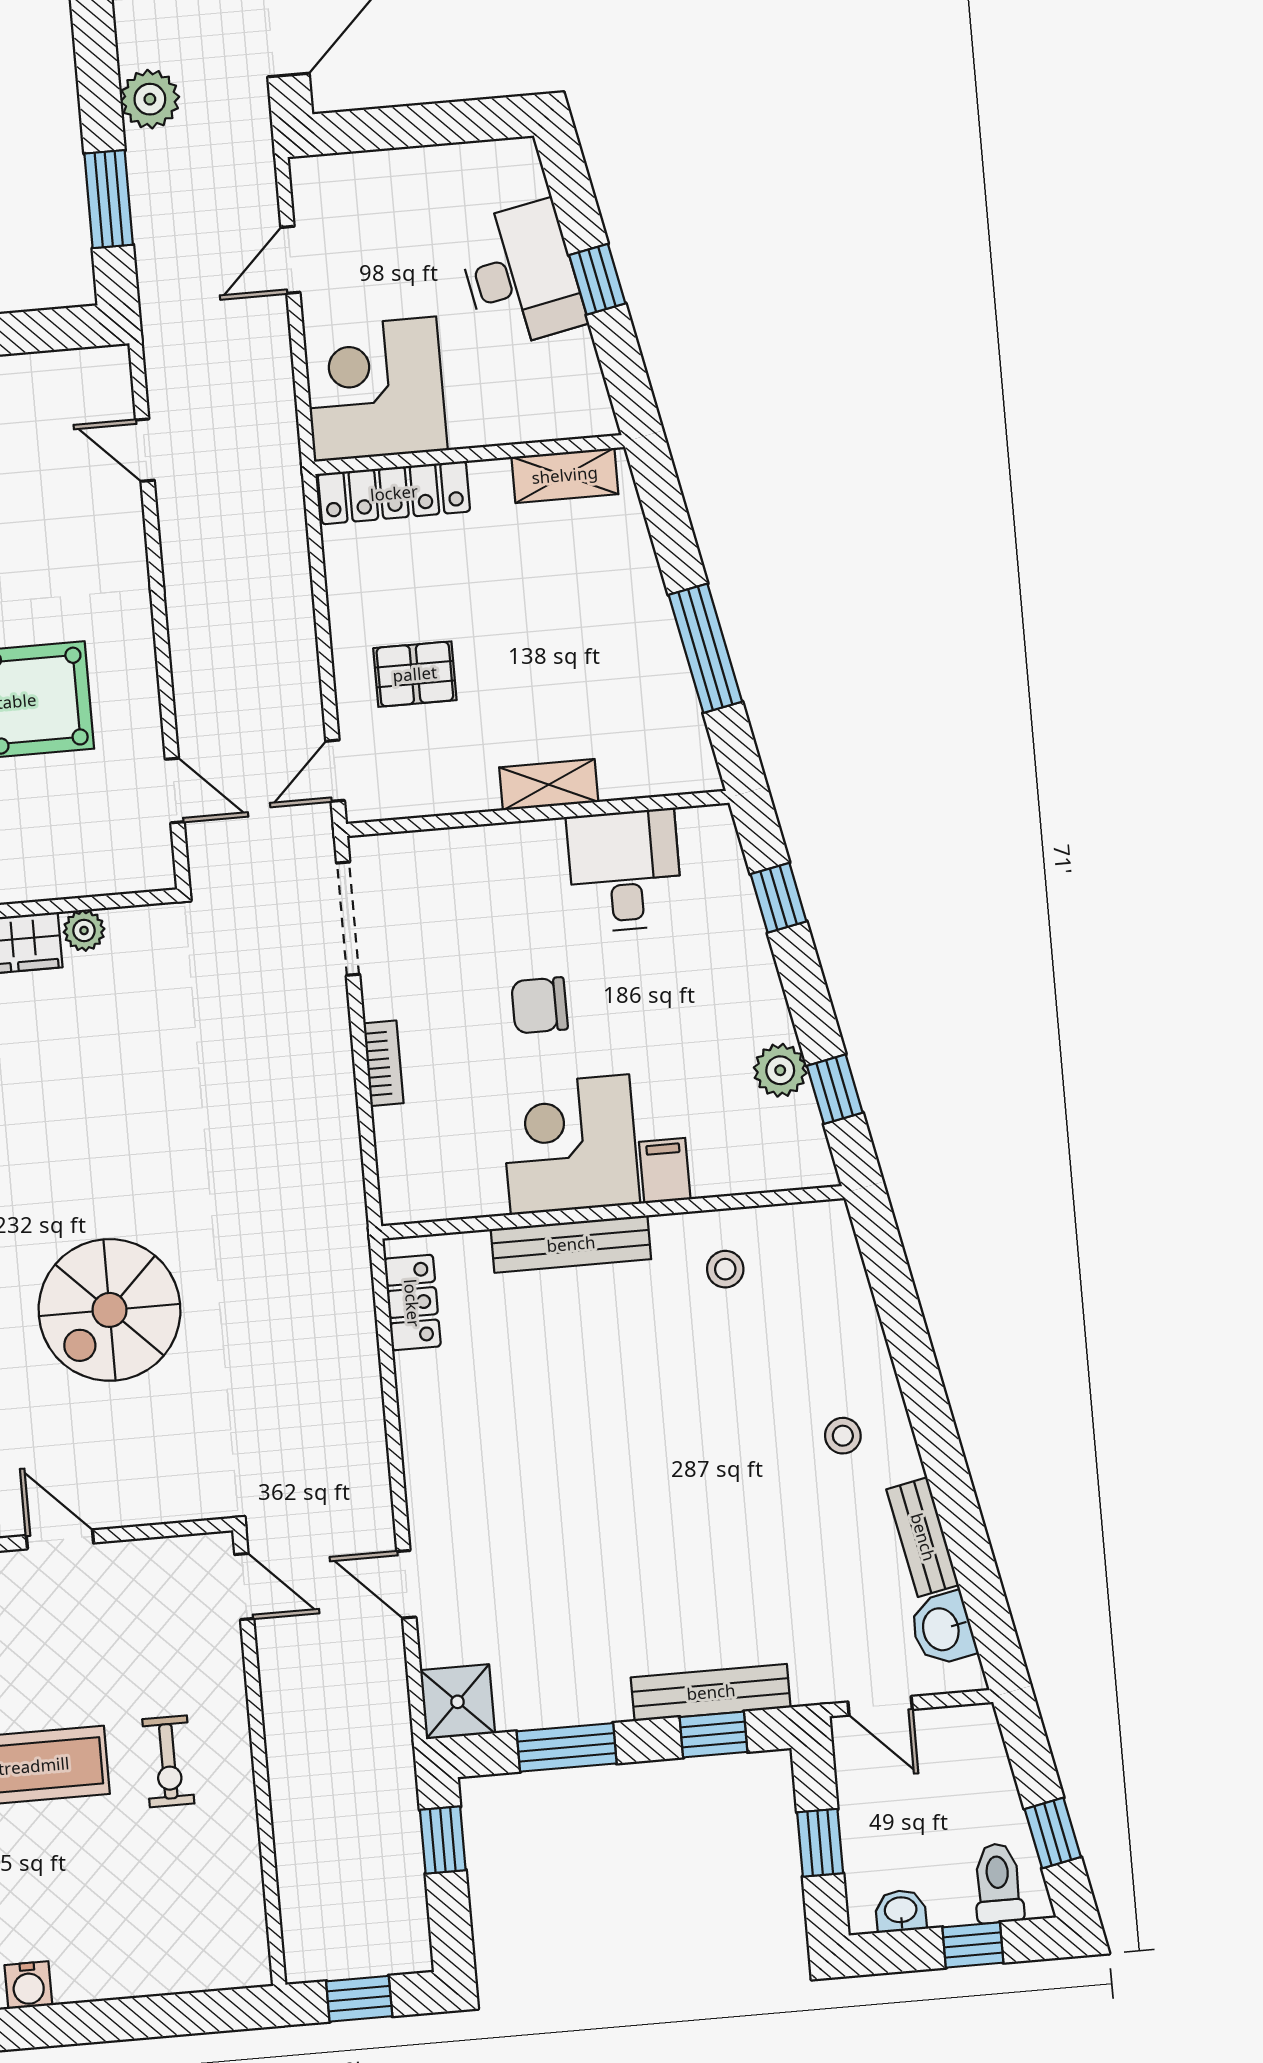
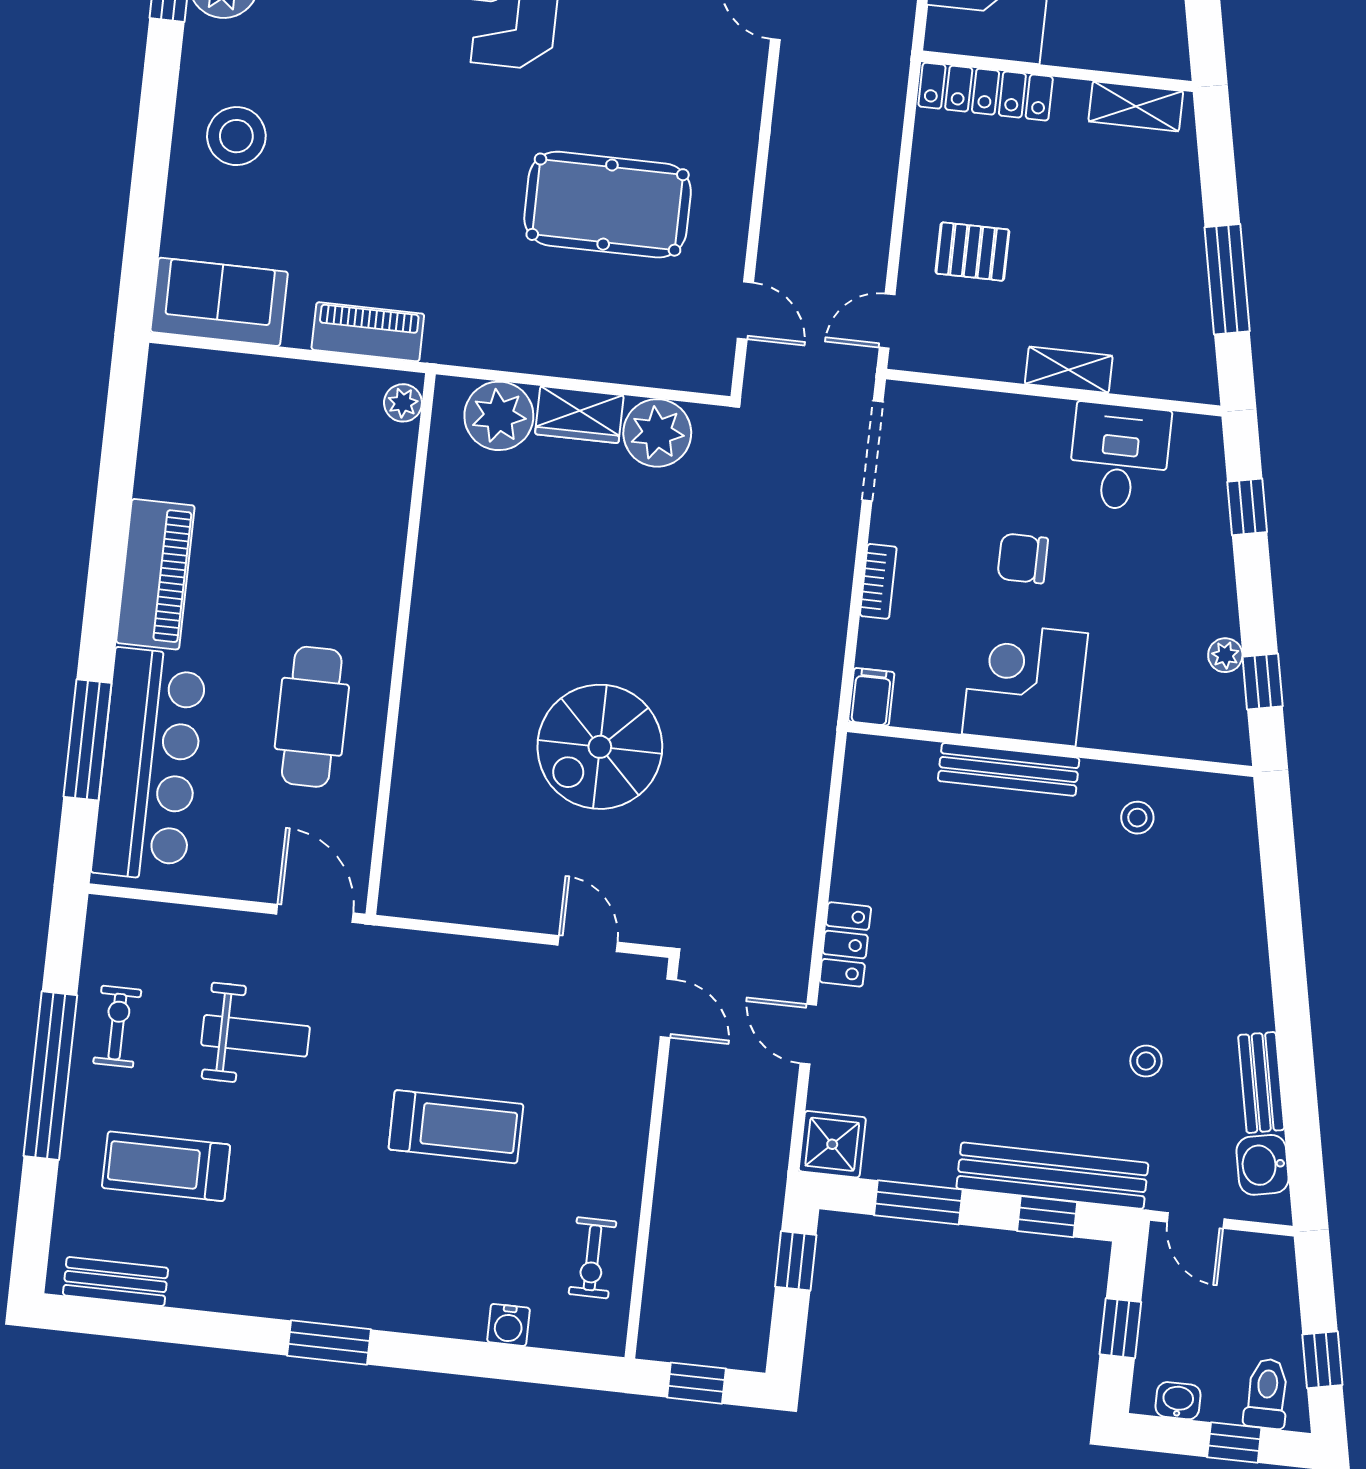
plant: (84, 930) -> (657, 433), width x1.87, depth x1.87
plant: (780, 1070) -> (1225, 655), width x0.73, depth x0.73
filing cabinet: (665, 1171) -> (871, 697), moved
locker: (412, 1303) -> (845, 944), moved
stool: (843, 1436) -> (1146, 1061), moved
door: (60, 1539) -> (588, 944), moved
bench: (711, 1692) -> (1052, 1176), width x1.37, depth x1.21
exercise bike: (168, 1761) -> (592, 1258), moved
water cooler: (28, 1985) -> (508, 1325), moved

